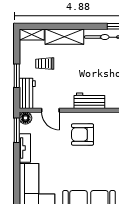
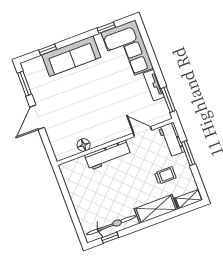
workbench: (89, 101) -> (108, 155), width x1.38
floor lamp: (25, 118) -> (84, 145), moved
armchair: (83, 134) -> (102, 120), removed

